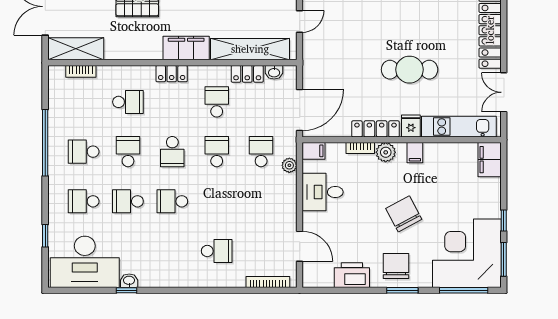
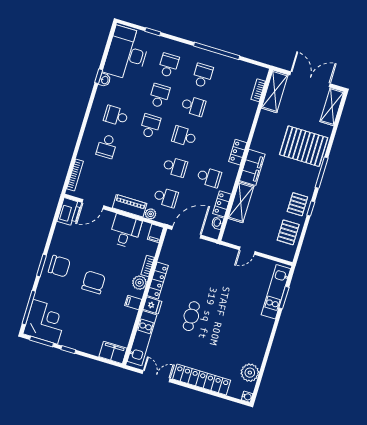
door: (300, 21) -> (247, 251), hinge flipped
shelving: (250, 49) -> (241, 202), width x0.68
cafe table: (410, 70) -> (191, 316), width x0.73, depth x0.74
school desk: (128, 102) -> (116, 116), moved, turned 90
door: (300, 110) -> (186, 232), swing flipped
piano: (287, 196) -> (130, 206), added
chair: (404, 214) -> (94, 282), turned -62
corner desk: (467, 253) -> (45, 322), width x0.74, depth x0.74
printer: (352, 275) -> (69, 212), moved

